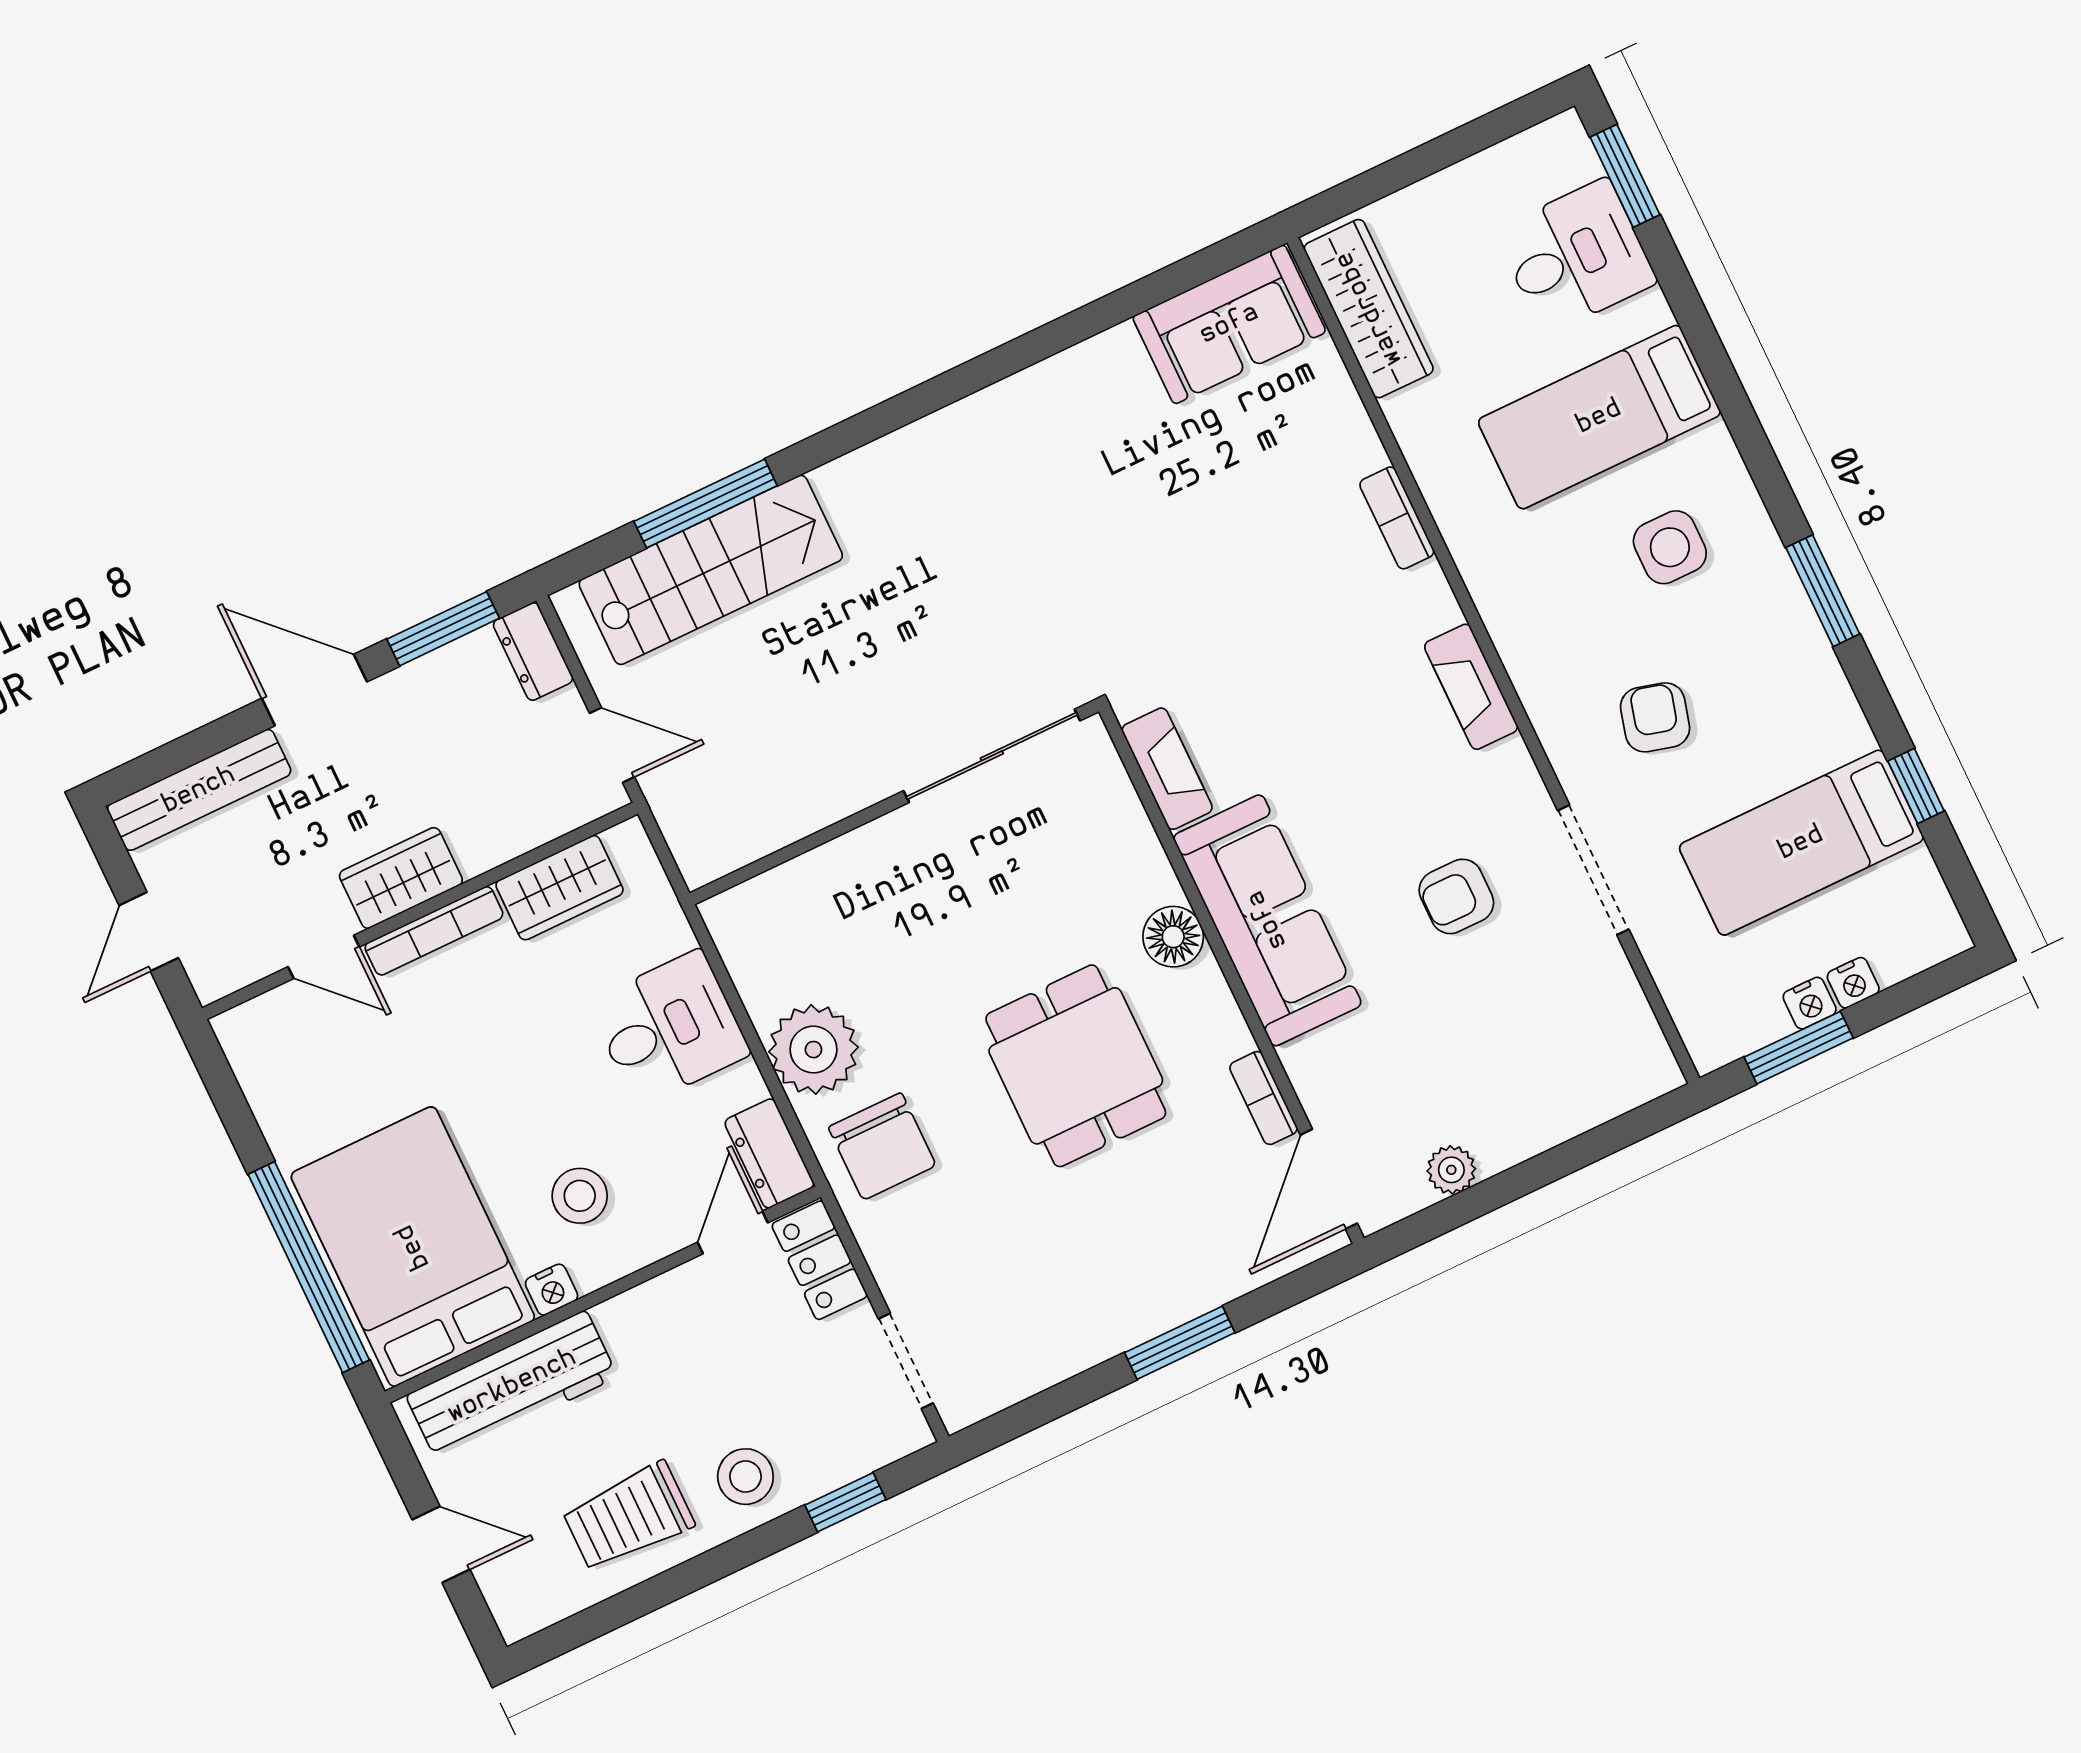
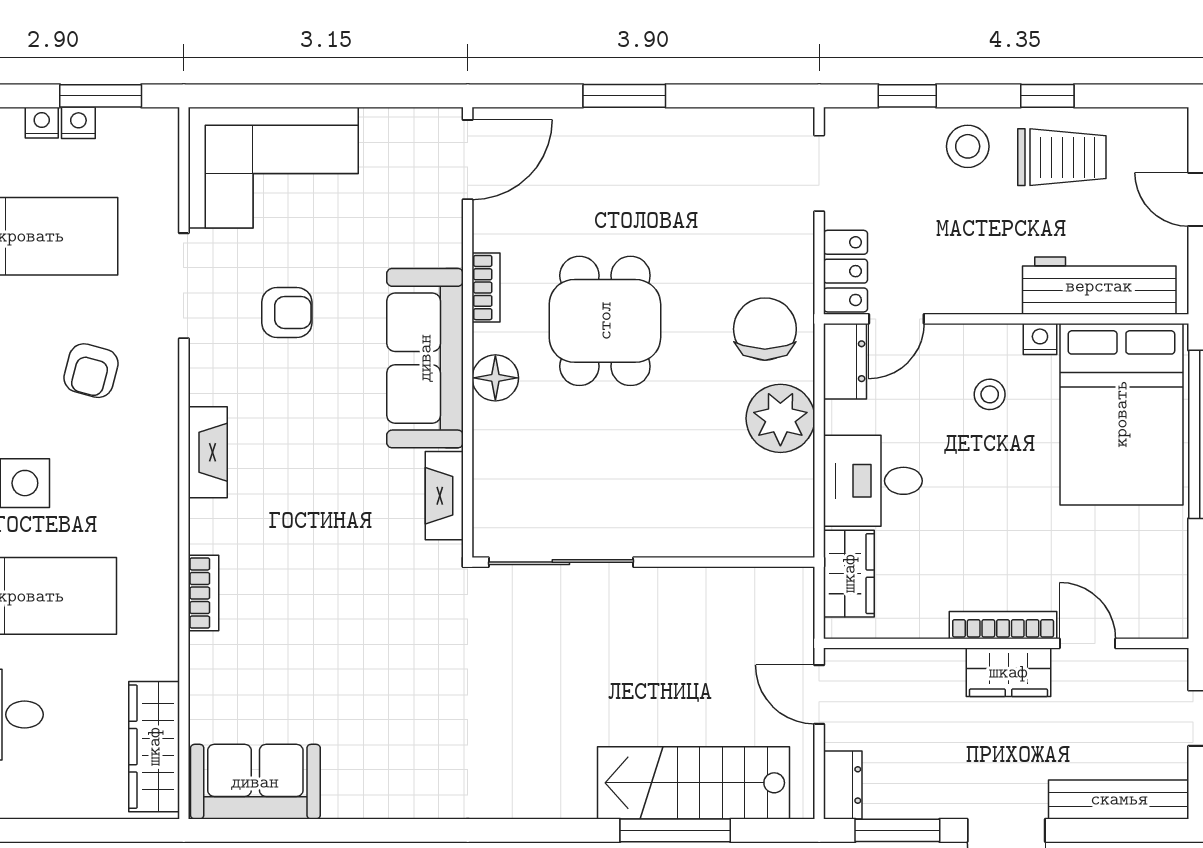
wardrobe: (559, 888) -> (849, 574), moved, turned 90
corner sofa: (1554, 1060) -> (273, 168), added
bookcase: (1264, 1098) -> (486, 288), moved
plant: (1451, 1170) -> (380, 126), removed
stool: (580, 1196) -> (990, 394), width x0.73, depth x0.73
window: (680, 1581) -> (1047, 96), added

